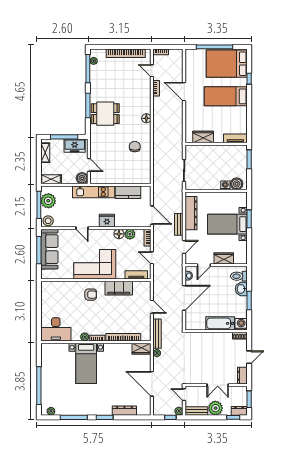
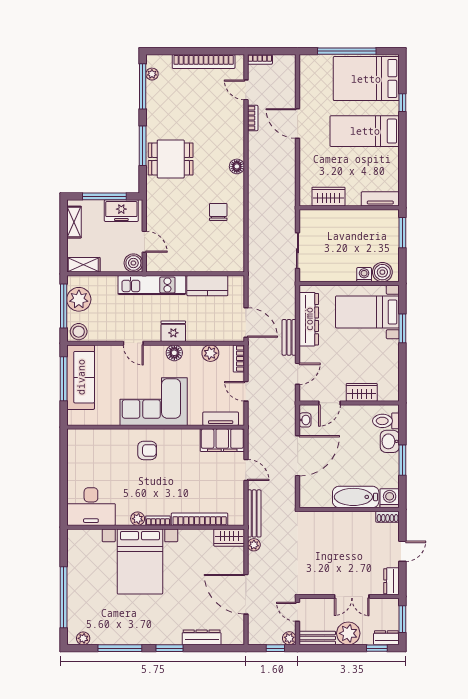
bed with nightstands: (227, 224) -> (367, 312), moved
floor lamp: (119, 234) -> (174, 353), moved
filing cabinet: (119, 288) -> (222, 440), moved
bed with nightstands: (86, 363) -> (140, 561), width x1.36

